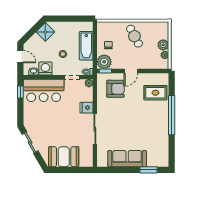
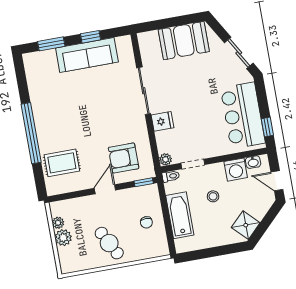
plant: (104, 62) -> (148, 196), removed
bar counter: (44, 90) -> (243, 115), moved, turned -90
window: (123, 170) -> (91, 37), added

